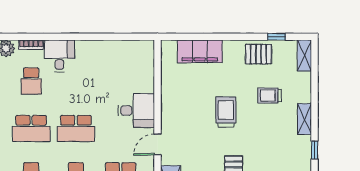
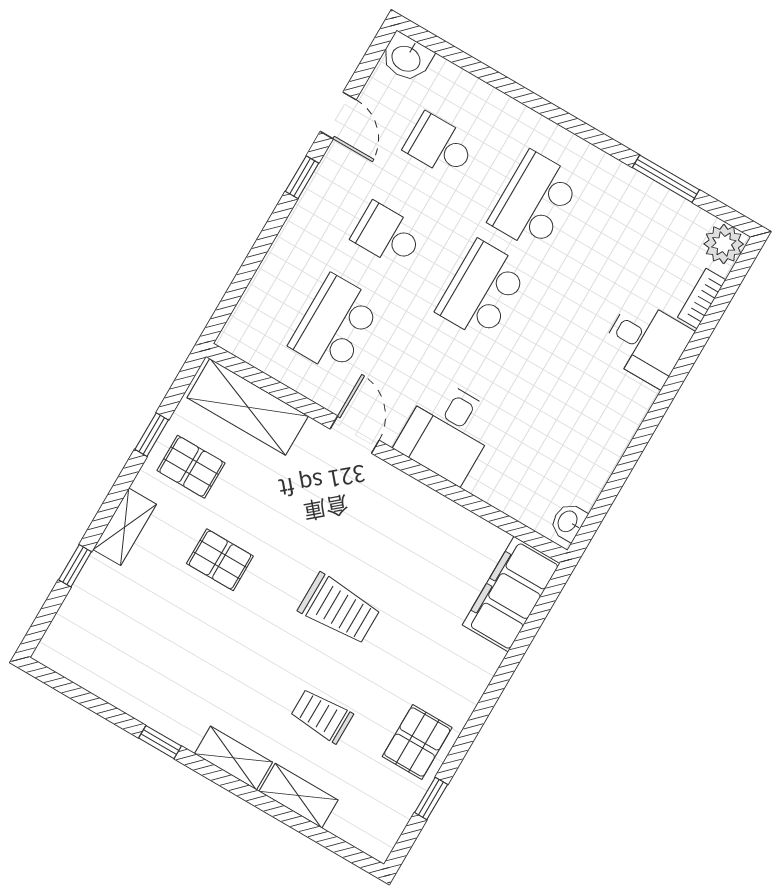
washbasin: (143, 46) -> (568, 522), added
filing cabinet: (200, 51) -> (511, 594), moved
shelving: (304, 55) -> (298, 796), moved
school desk: (31, 81) -> (629, 256), removed
trolley: (269, 95) -> (322, 716), turned -90

